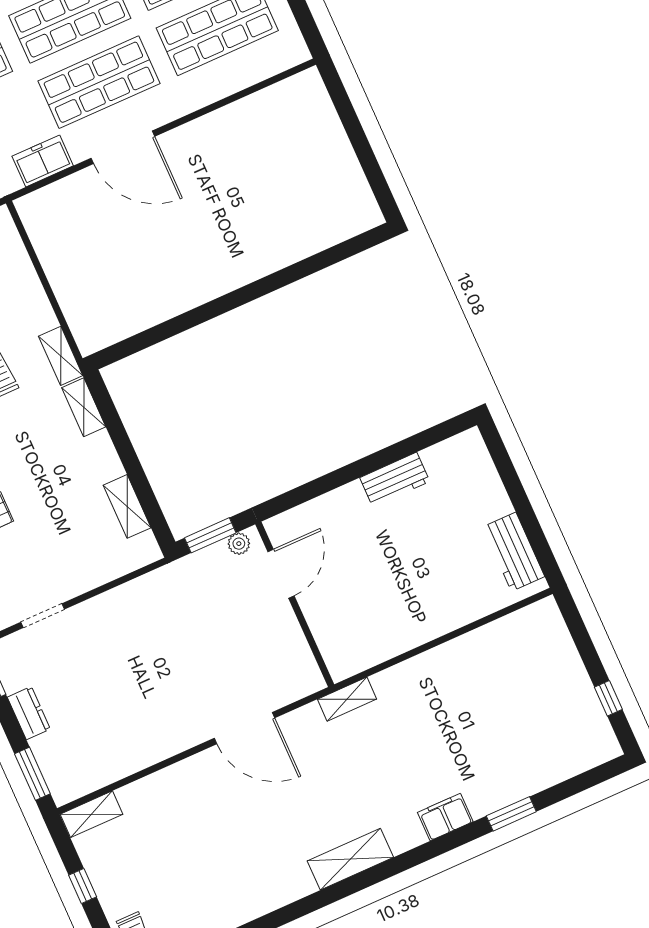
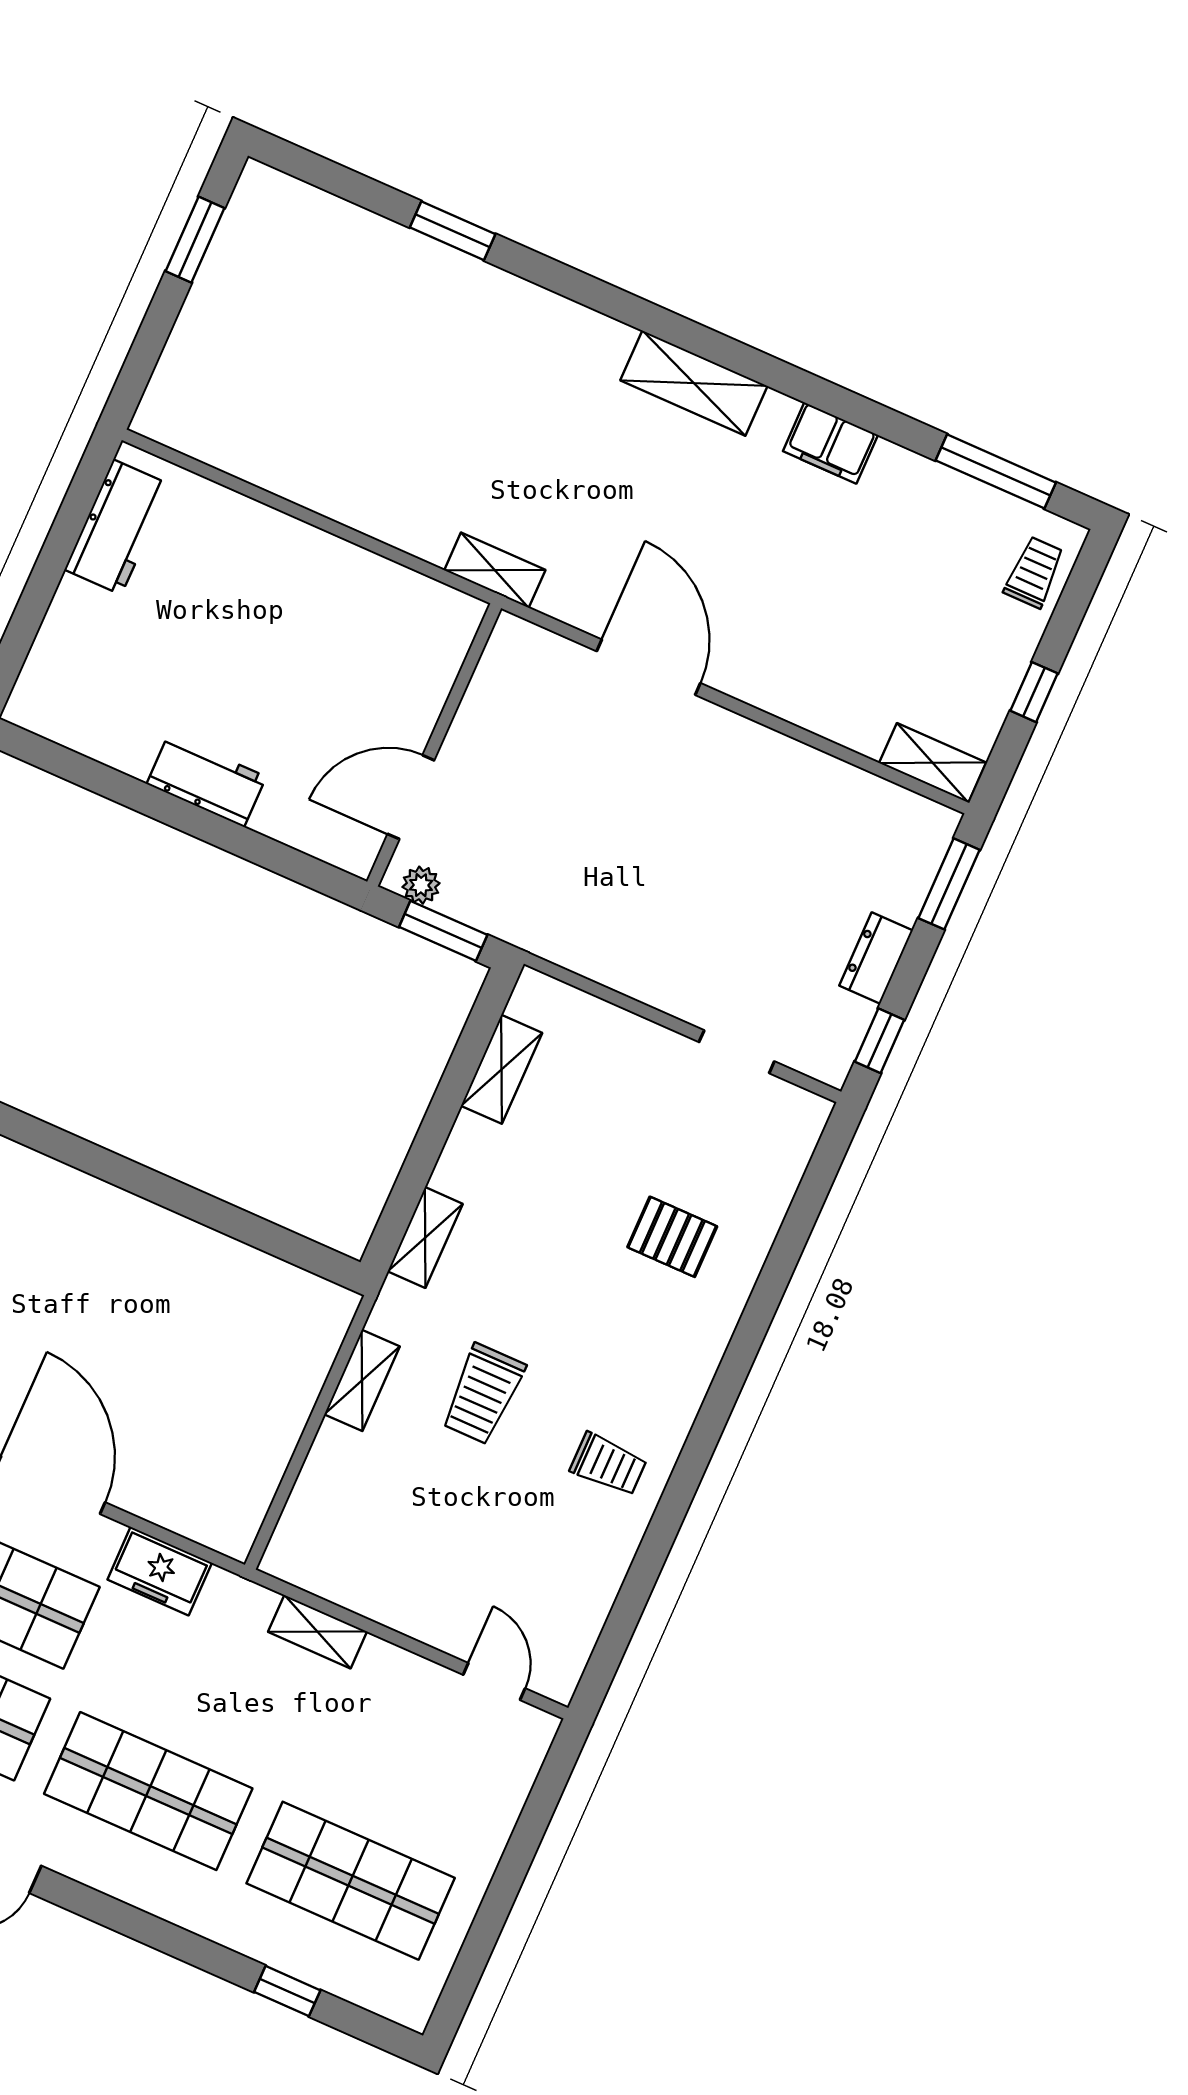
shelving: (61, 356) -> (362, 1380), moved
workbench: (395, 480) -> (206, 780), moved
window: (608, 698) -> (195, 240), width x1.50
filing cabinet: (445, 817) -> (830, 443), moved

